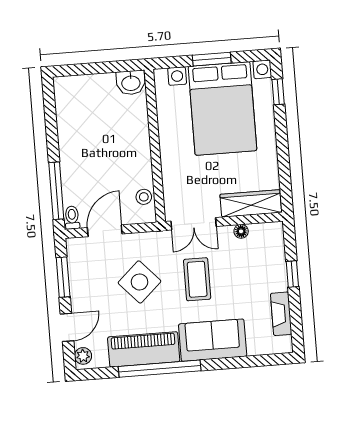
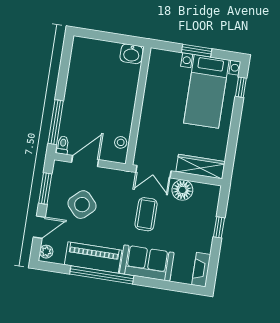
bed with nightstands: (222, 108) -> (206, 91), width x0.73
floor lamp: (241, 231) -> (182, 190), width x1.89, depth x1.89
side table: (139, 282) -> (82, 205), moved
fireplace: (281, 314) -> (201, 270), moved

